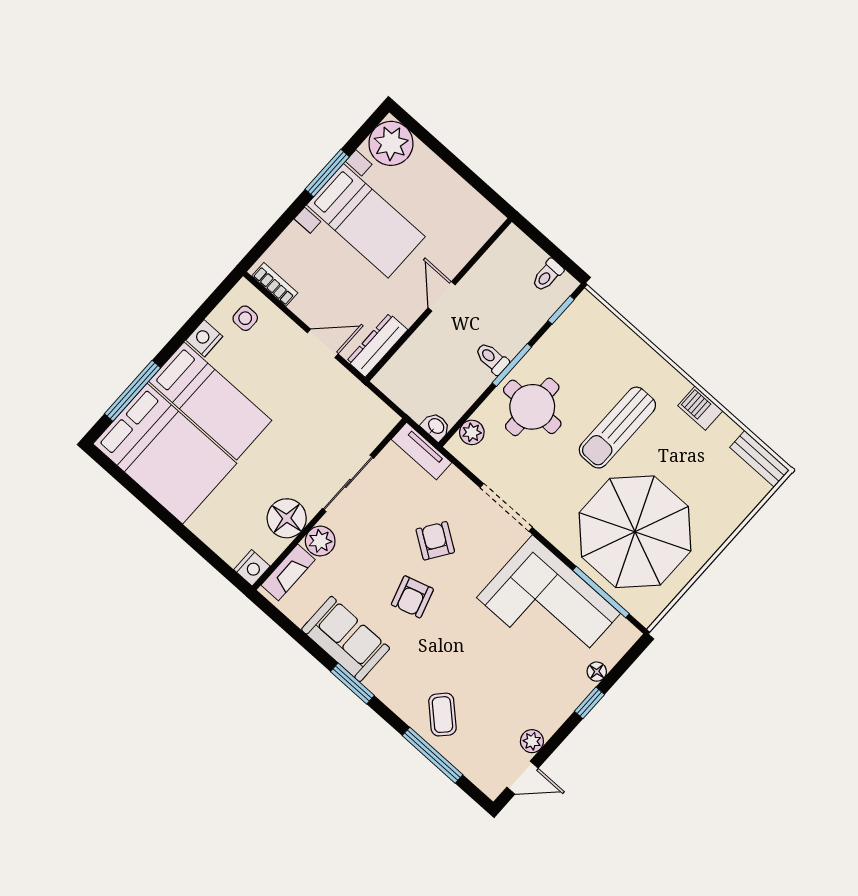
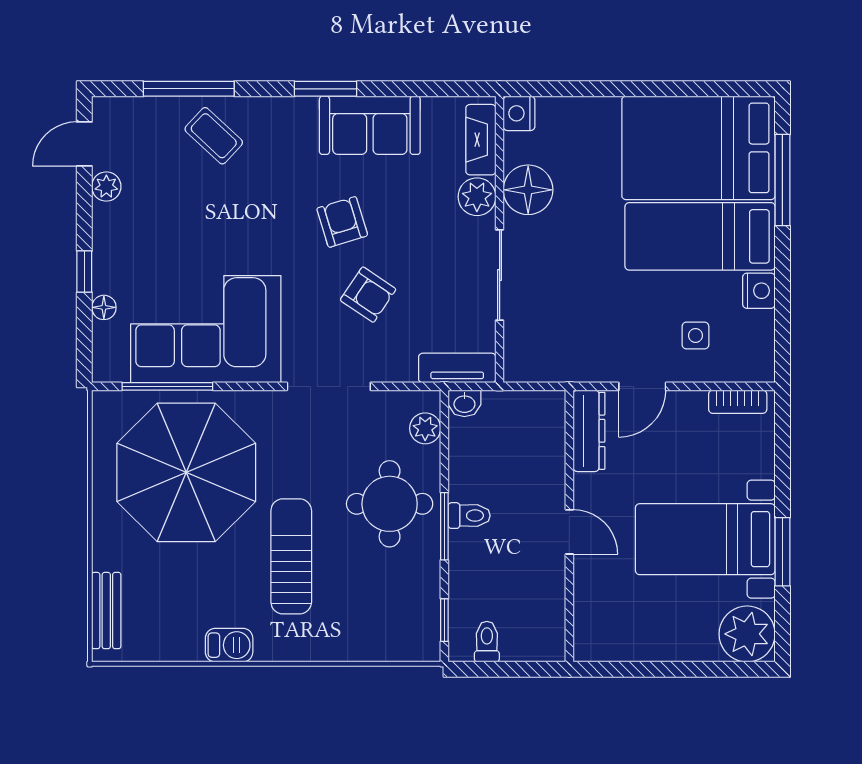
side table: (245, 318) -> (695, 336), moved
bench: (760, 459) -> (106, 611), moved, turned 90

